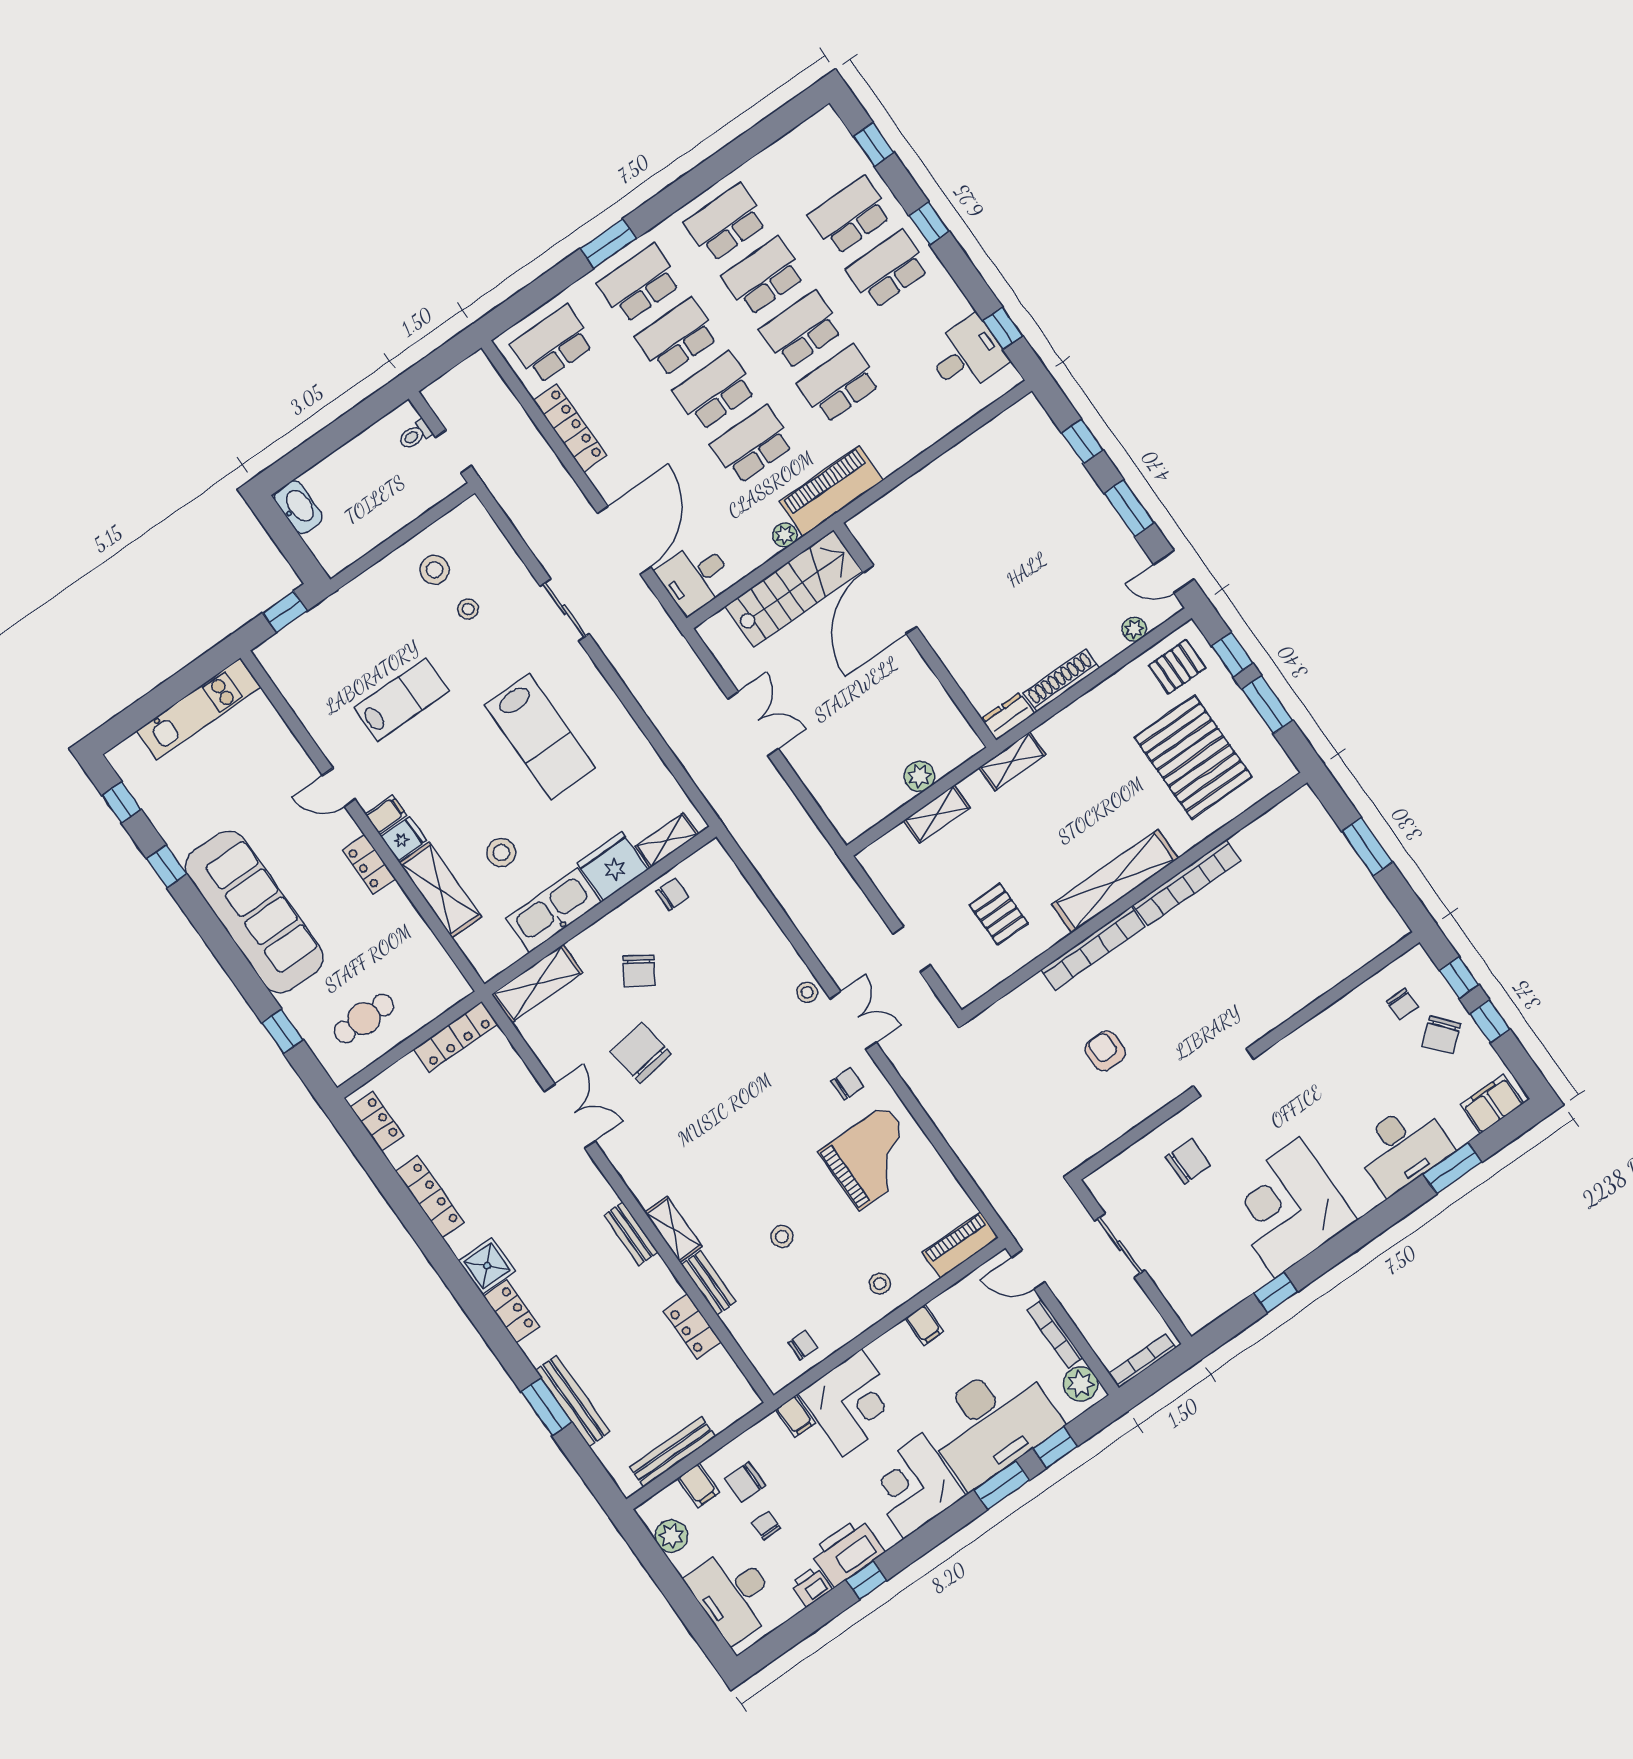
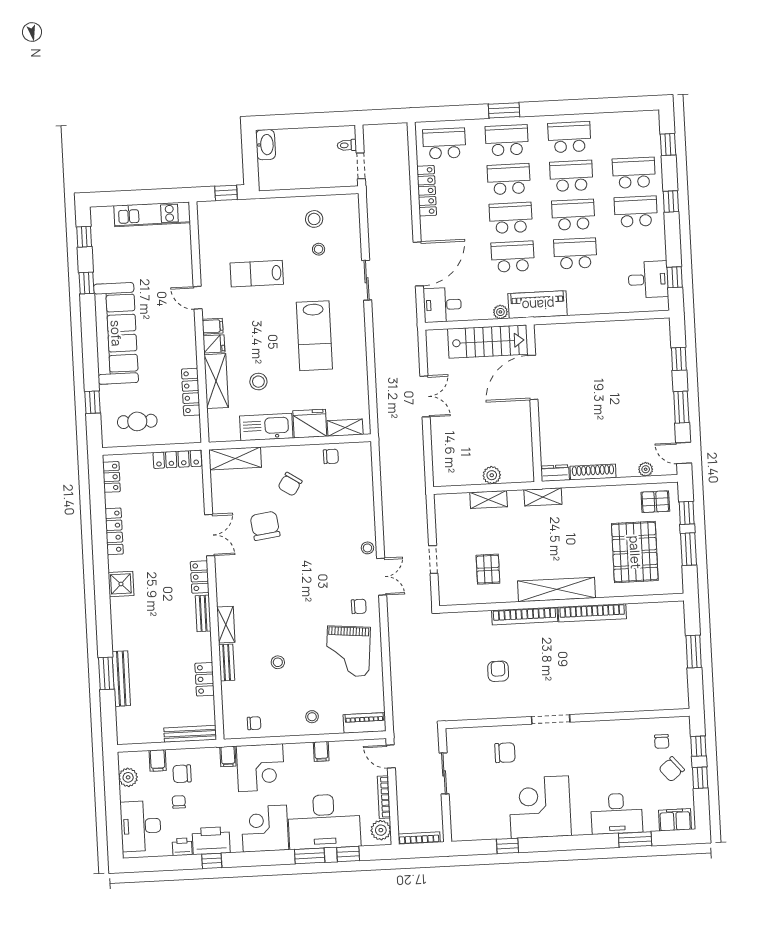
lab bench: (402, 700) -> (257, 274), turned 180
locker: (369, 864) -> (191, 392), moved, width x1.53
grand piano: (872, 1157) -> (348, 651), turned 95
locker: (512, 1312) -> (200, 577), moved, turned 180
bench: (673, 1452) -> (190, 734), moved

